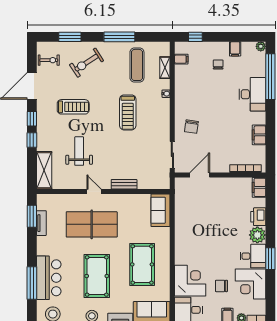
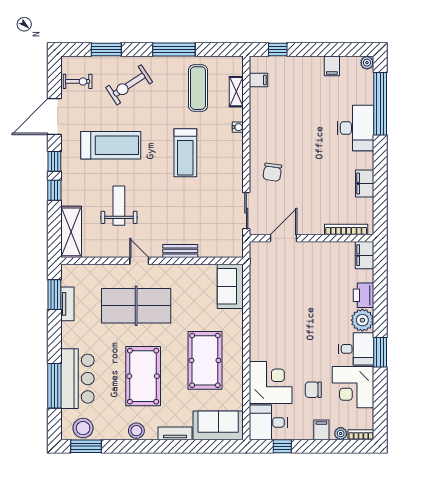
chair: (218, 64) -> (309, 87), removed
treadmill: (73, 107) -> (111, 145), width x1.37, depth x1.38

